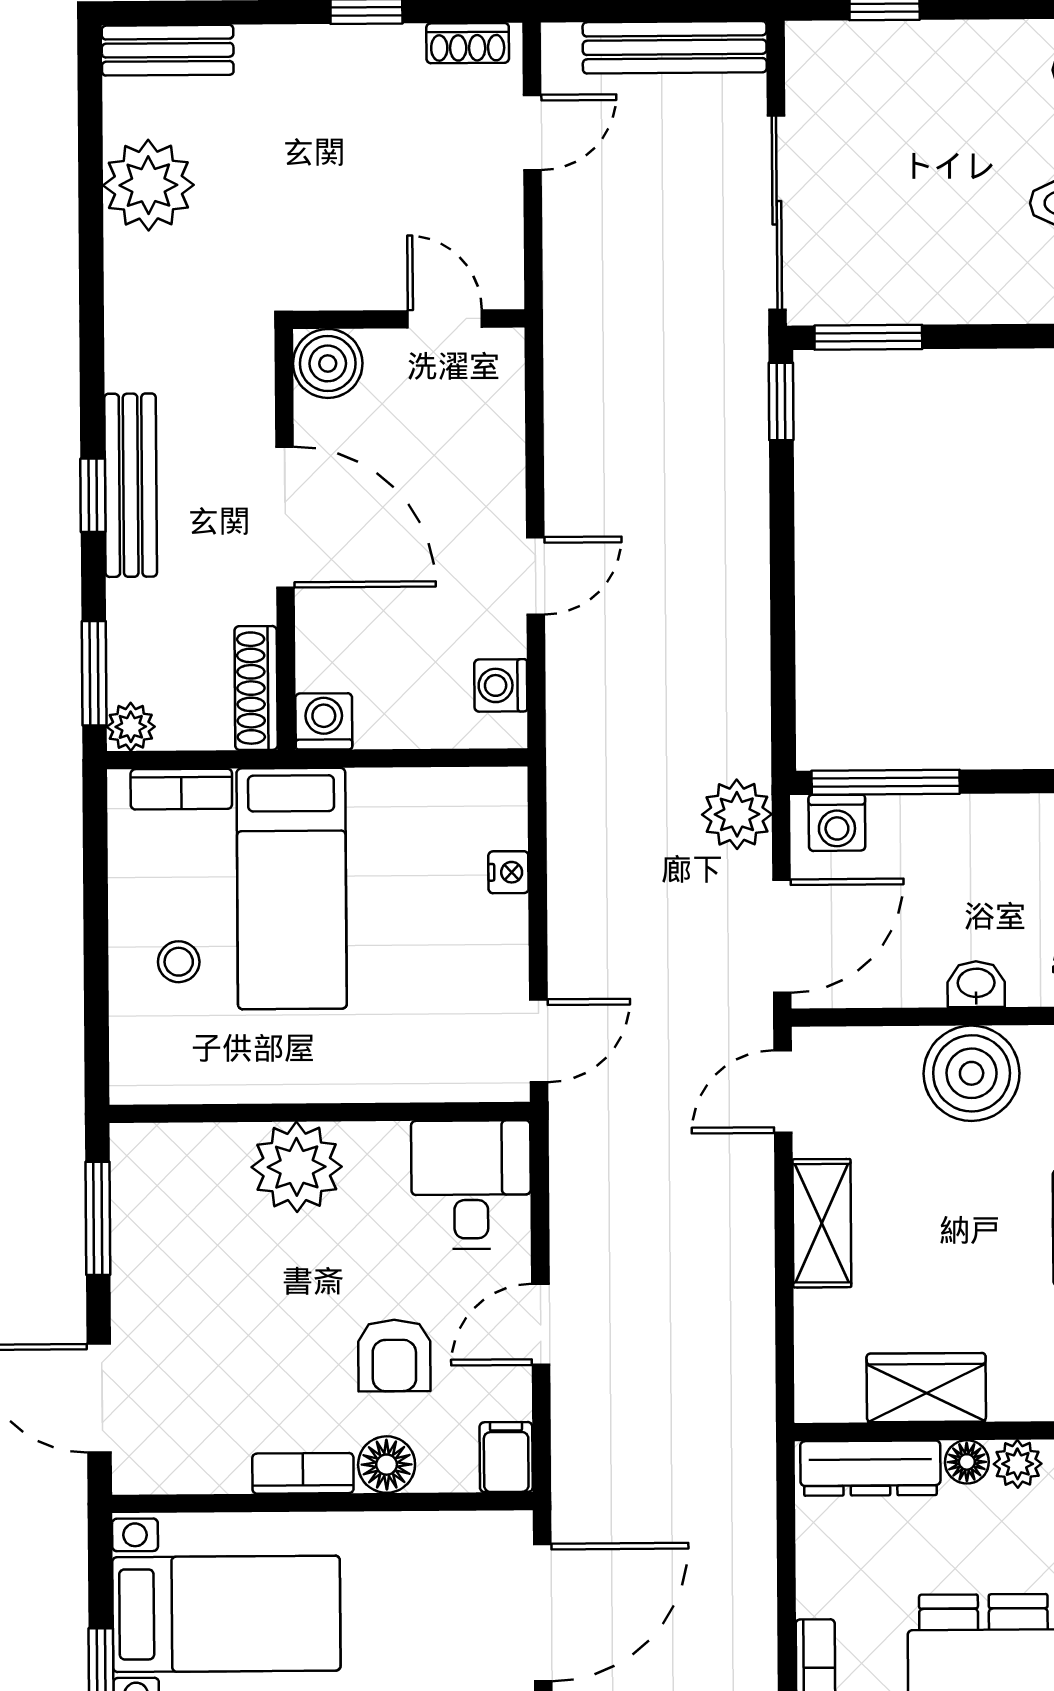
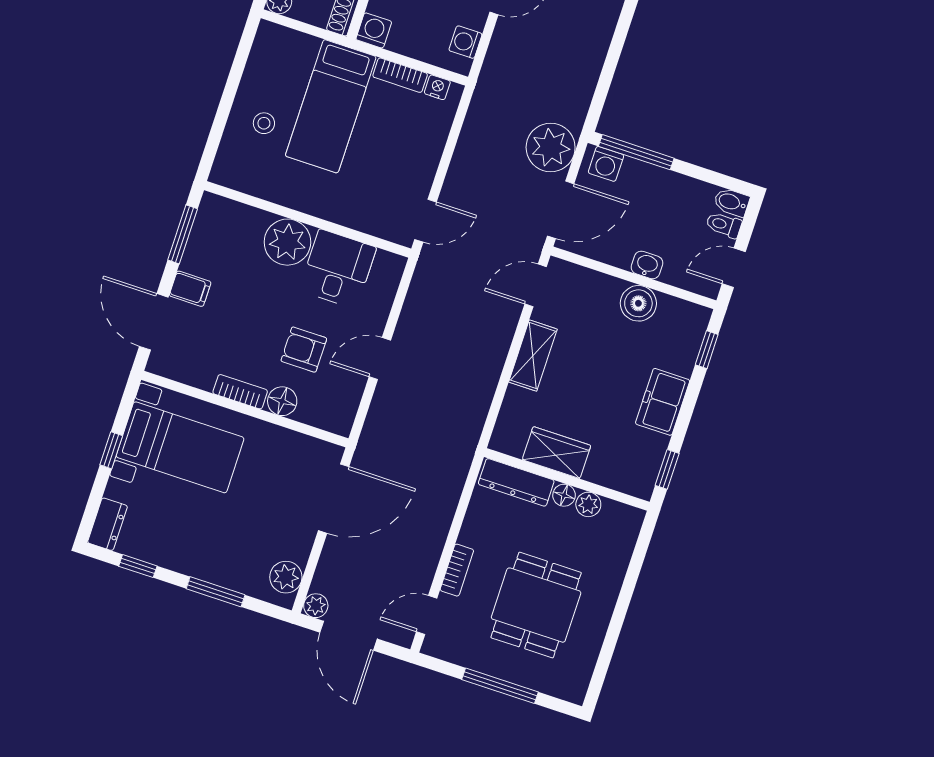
bookcase: (181, 789) -> (400, 75), moved
plant: (737, 814) -> (551, 147), width x1.36, depth x1.36
nightstand: (508, 872) -> (437, 87), moved, turned -90
boiler: (972, 1073) -> (638, 303), width x0.73, depth x0.73
desk: (471, 1185) -> (338, 269), moved
armchair: (394, 1355) -> (304, 350), turned 90
filing cabinet: (506, 1457) -> (190, 289), moved, turned 90

